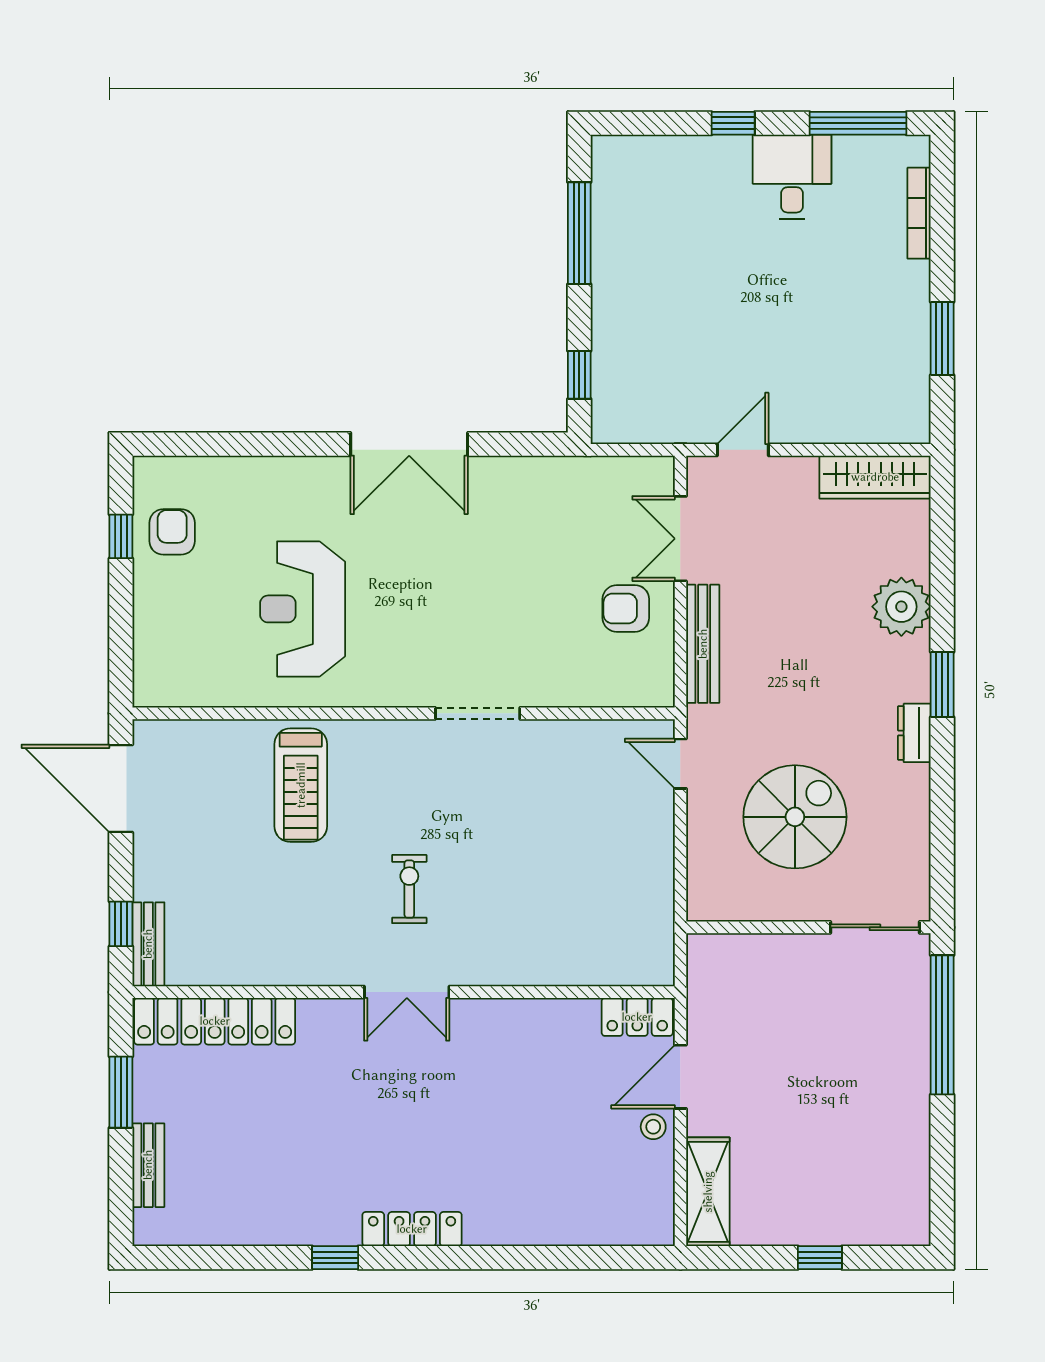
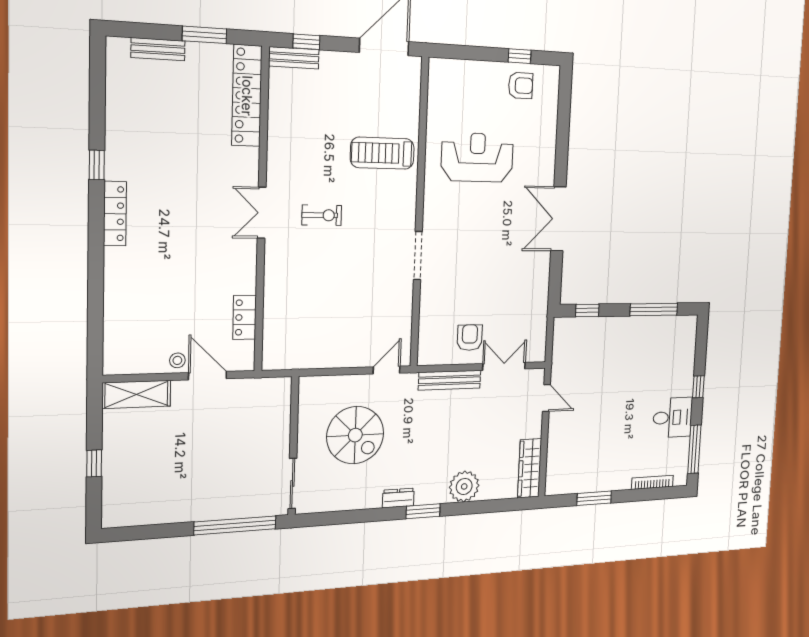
locker: (637, 1017) -> (245, 317), moved

